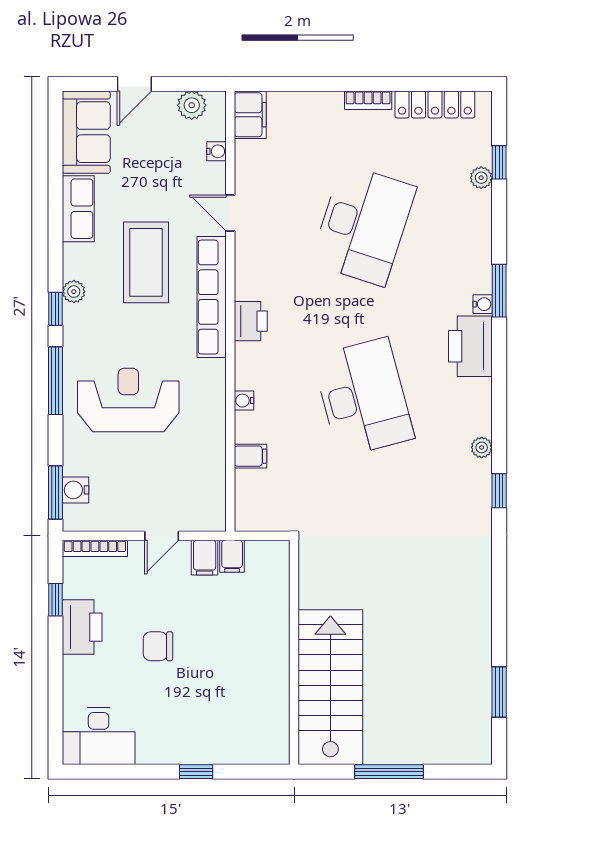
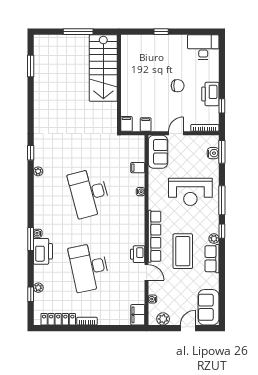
row of seats: (78, 209) -> (212, 259), moved
desk: (363, 225) -> (89, 267), turned -30
printer: (251, 321) -> (138, 254), moved
printer: (470, 346) -> (43, 251), moved
sofa: (204, 493) -> (158, 152), added
filing cabinet: (205, 558) -> (126, 124), moved

